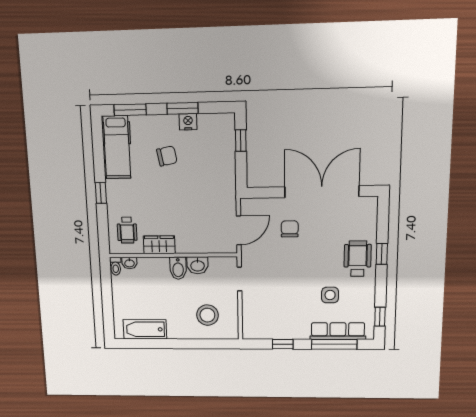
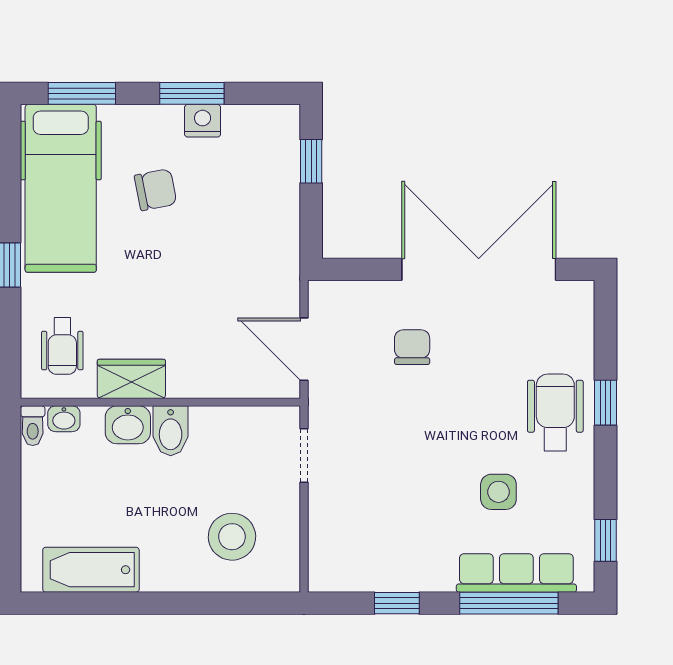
hospital bed: (117, 147) -> (61, 188), width x1.37, depth x1.29
door: (239, 230) -> (304, 349), swing flipped
washbasin: (198, 265) -> (128, 425), moved

